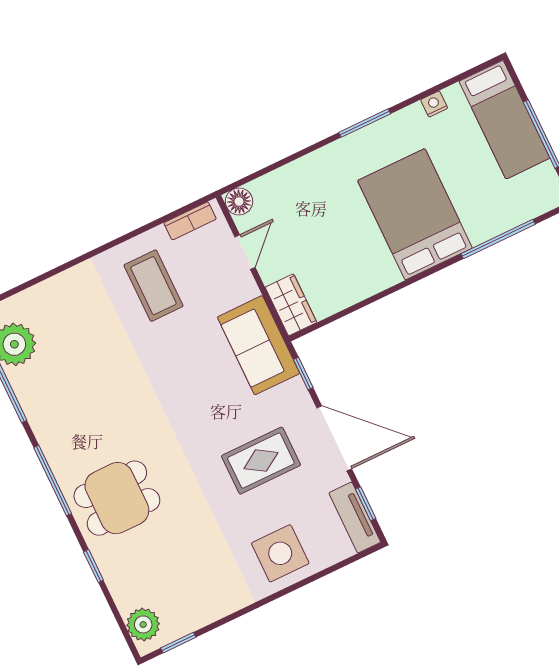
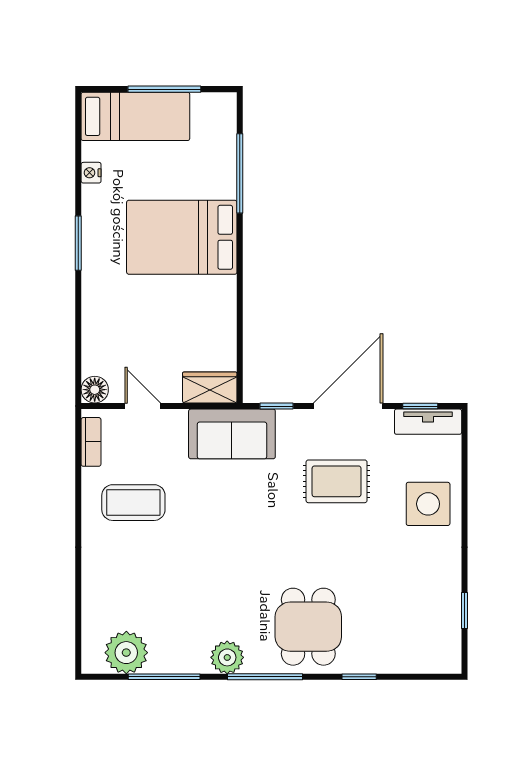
rug: (261, 461) -> (337, 481), turned 90
plant: (143, 624) -> (227, 657), moved
window: (178, 643) -> (464, 611), moved

